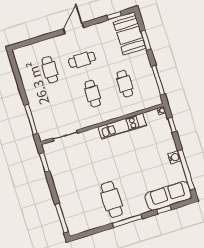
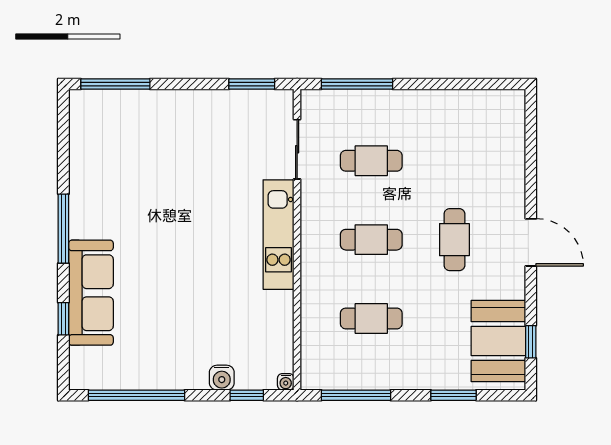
booth: (130, 35) -> (498, 341), moved, turned 90
cafe table: (50, 70) -> (371, 161), moved
kitchen unit: (122, 126) -> (279, 235), moved
water cooler: (174, 157) -> (222, 378), moved
sofa: (168, 196) -> (91, 293), moved
cafe table: (112, 200) -> (122, 208), removed

